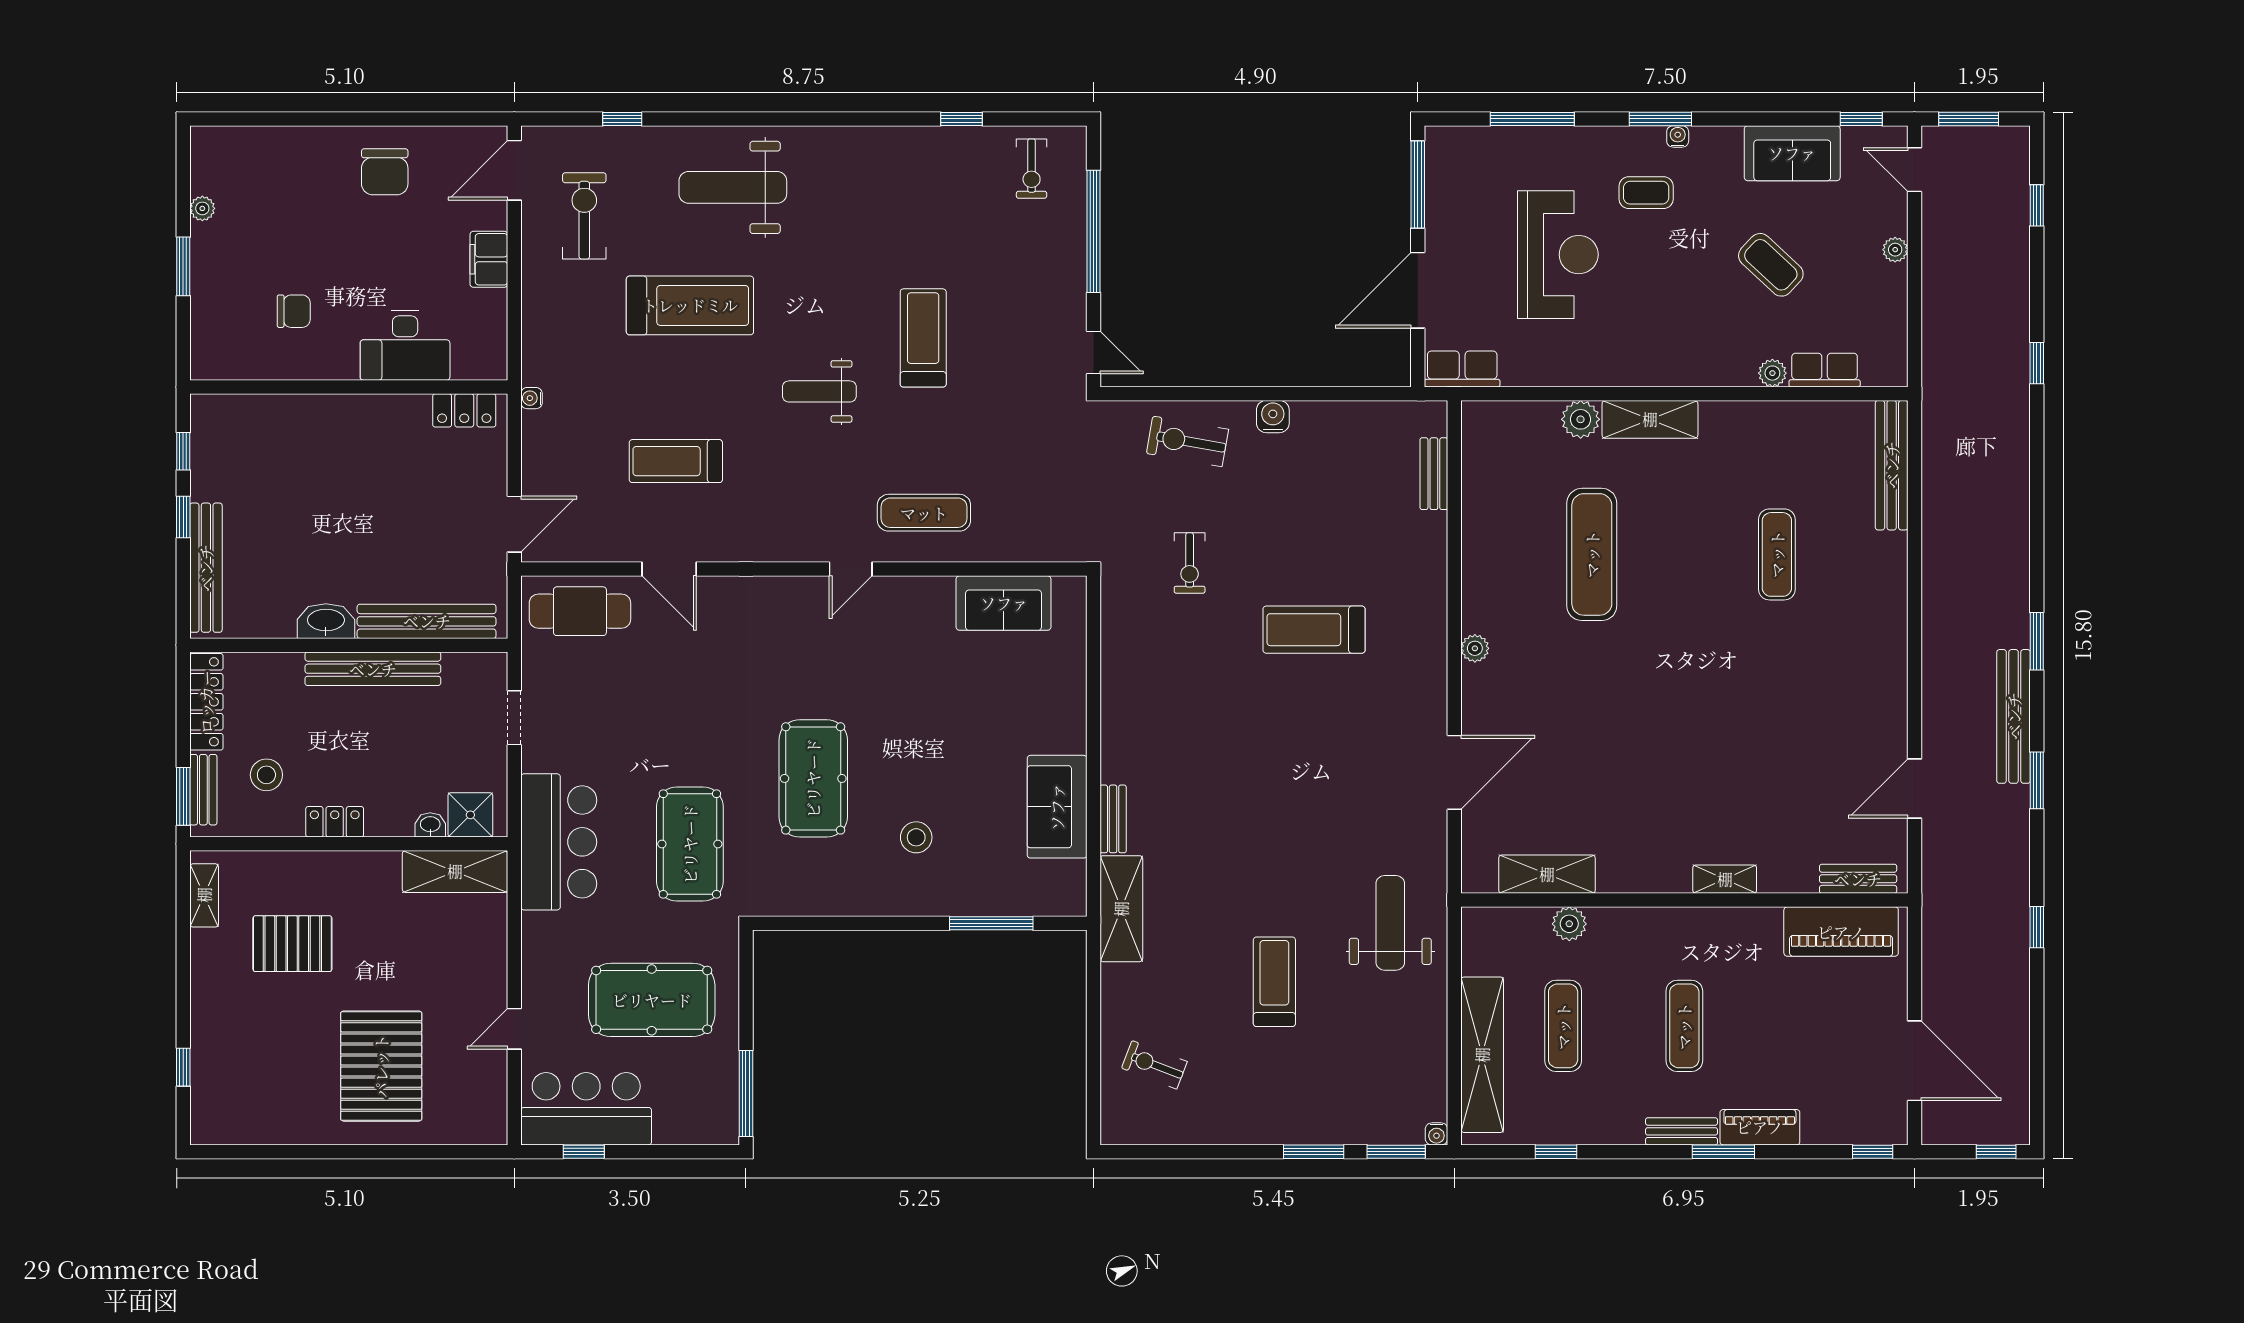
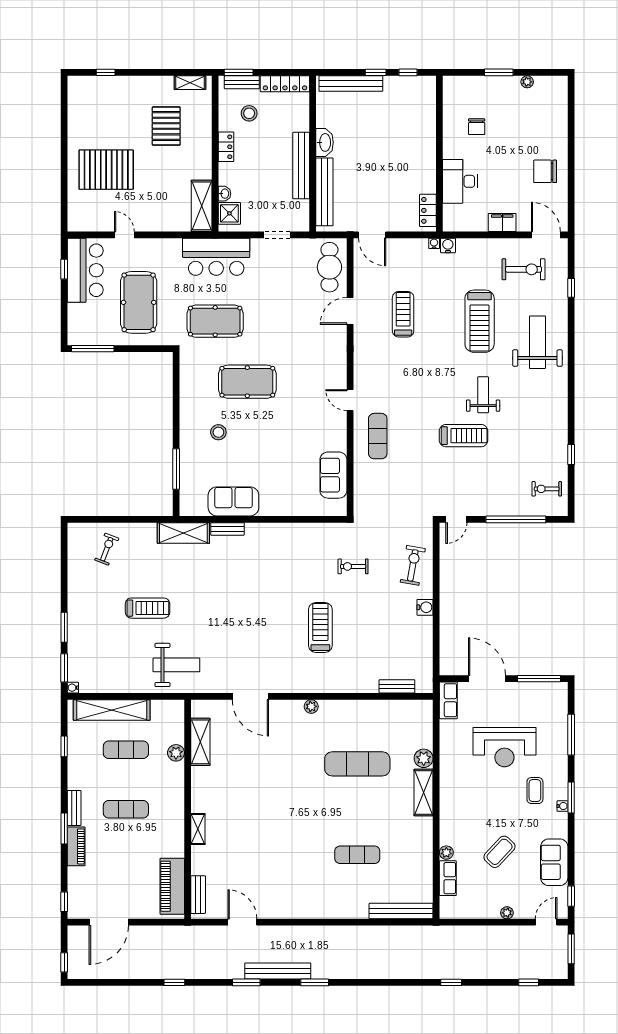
water cooler: (536, 370) -> (448, 245), added
weight bench: (819, 391) -> (483, 395), moved

